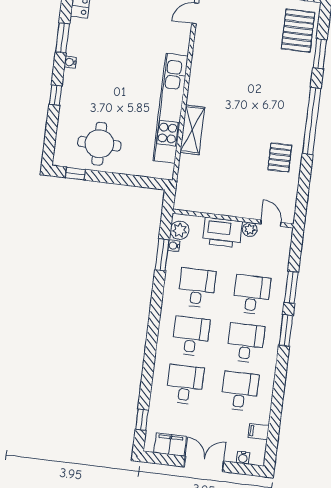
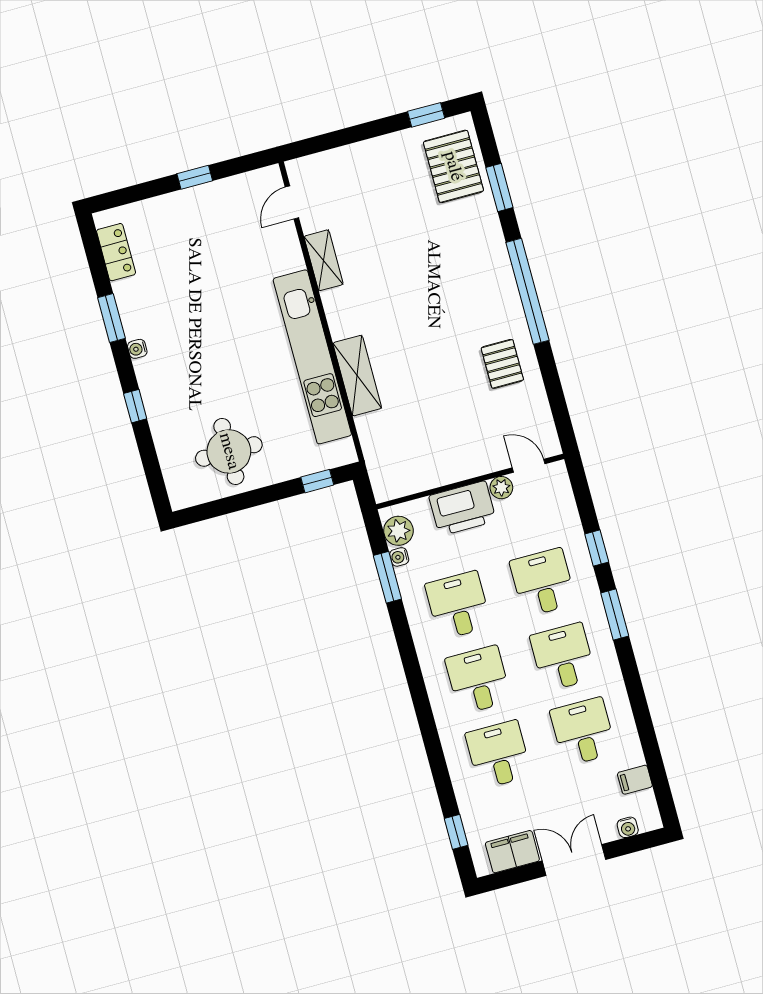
shelving: (200, 55) -> (324, 260), added
window: (75, 174) -> (317, 481), moved
window: (291, 287) -> (597, 548), width x0.67

